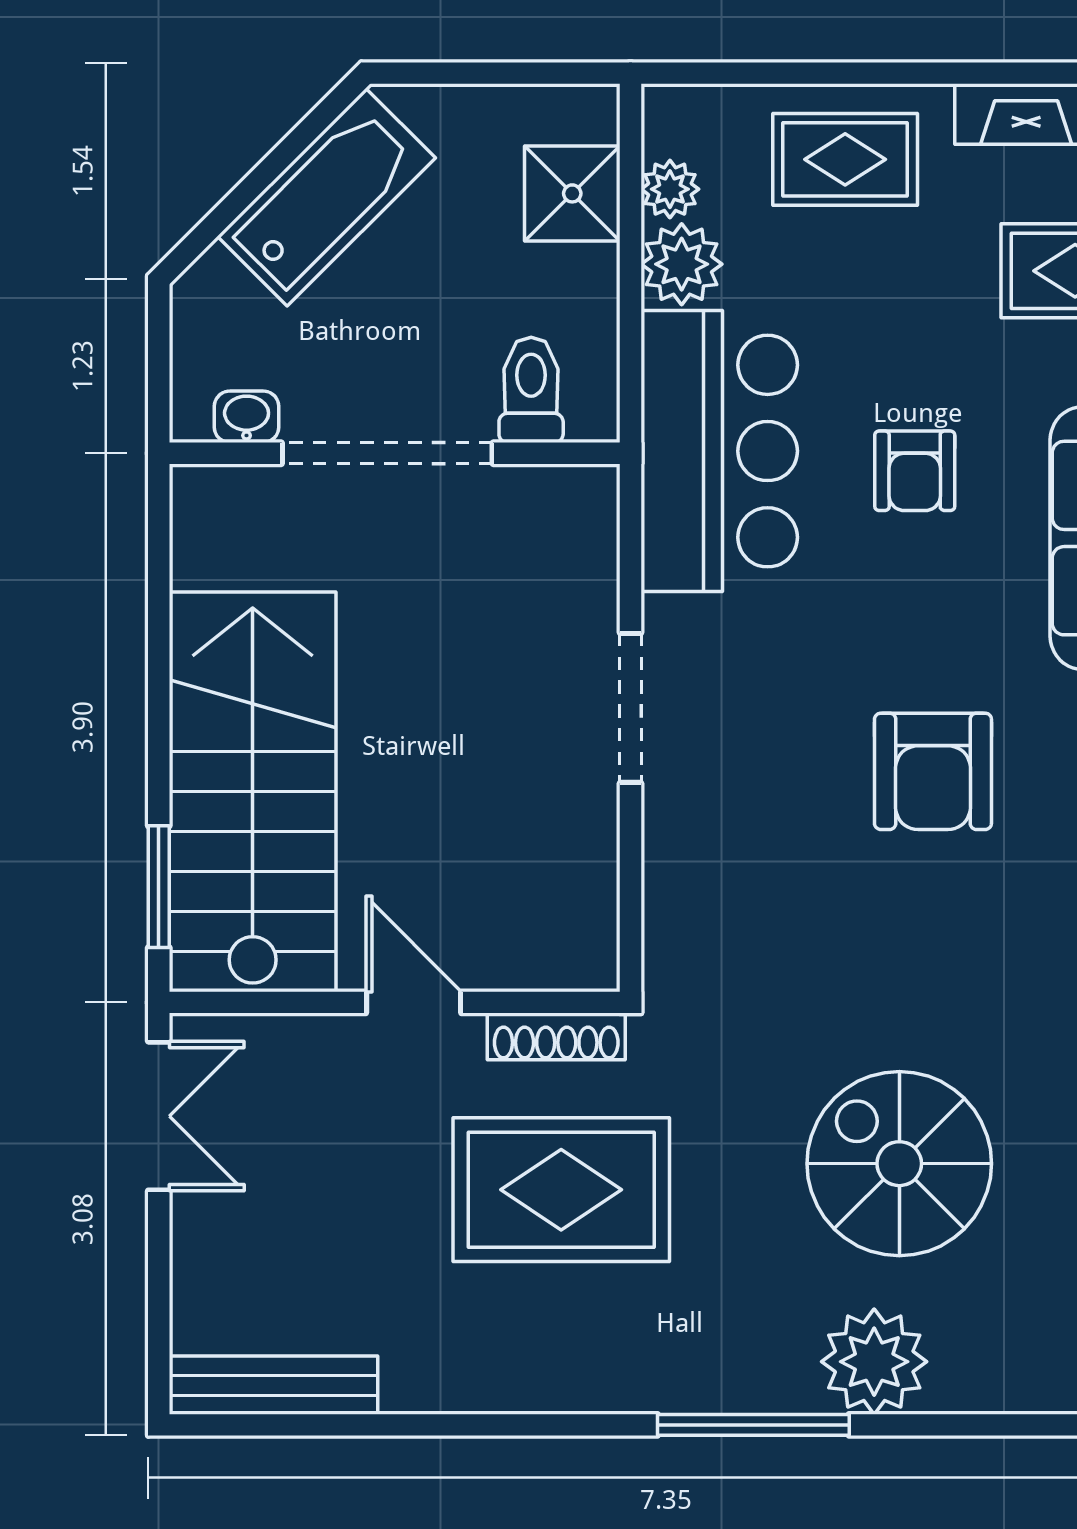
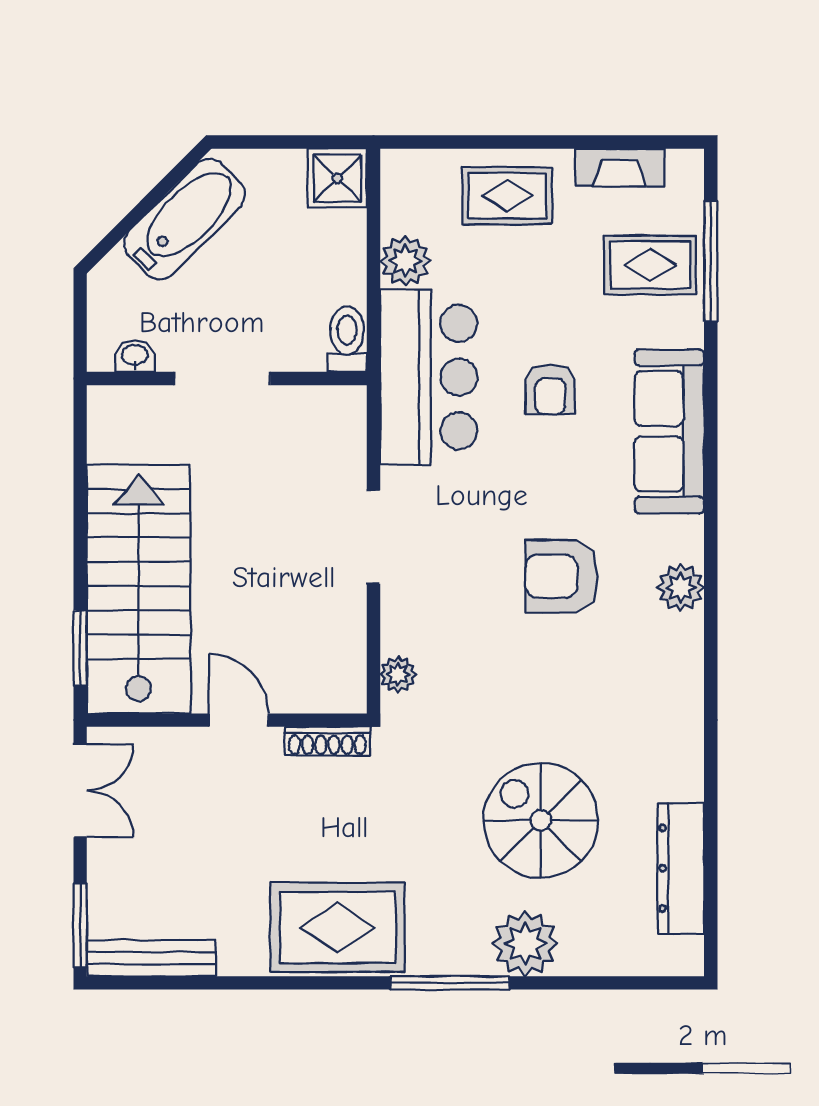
plant: (670, 189) -> (398, 674), moved
shower: (572, 193) -> (337, 178), moved
toilet: (531, 390) -> (347, 339), moved
doorway: (387, 453) -> (222, 379), width x0.73
armchair: (933, 771) -> (562, 576), turned 90
rug: (561, 1190) -> (338, 927), moved
window: (159, 1332) -> (80, 925), added

